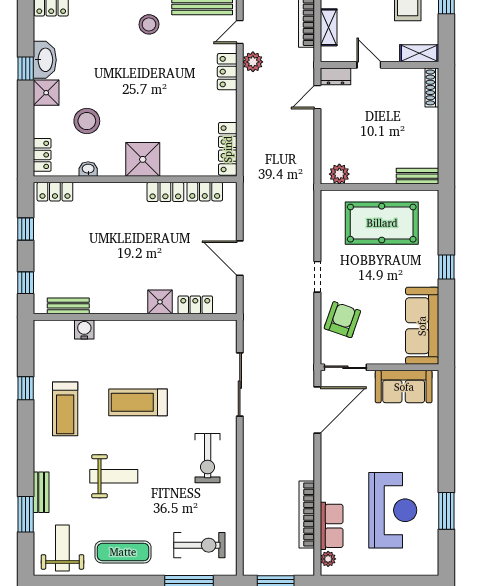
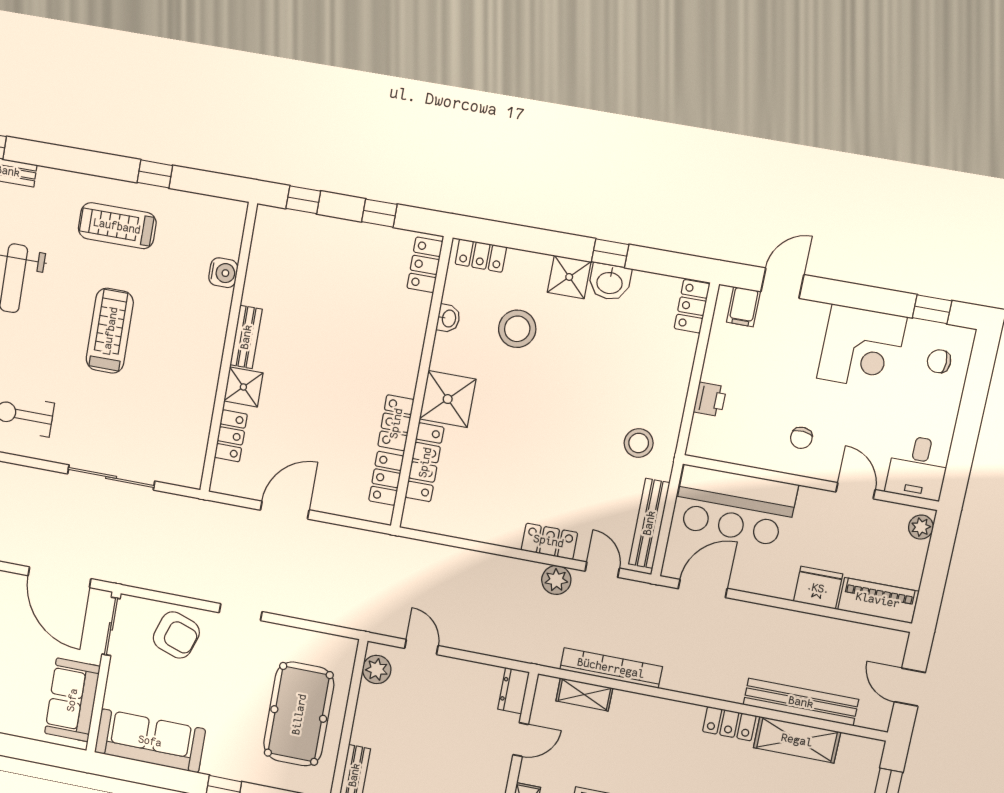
washbasin: (45, 60) -> (610, 282), width x0.72
door: (317, 97) -> (421, 647), moved
locker: (228, 149) -> (425, 462), moved, turned 90
bench: (68, 306) -> (246, 337), moved

